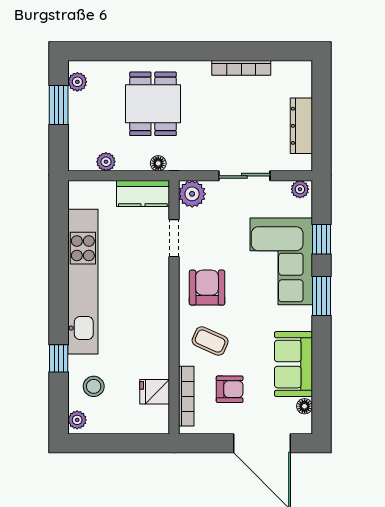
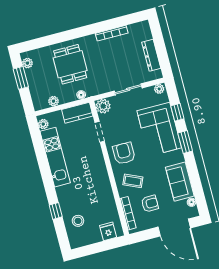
kitchen unit: (83, 282) -> (55, 157), width x0.73
fridge: (155, 392) -> (108, 231), moved, turned 90
plant: (77, 420) -> (43, 124), moved

